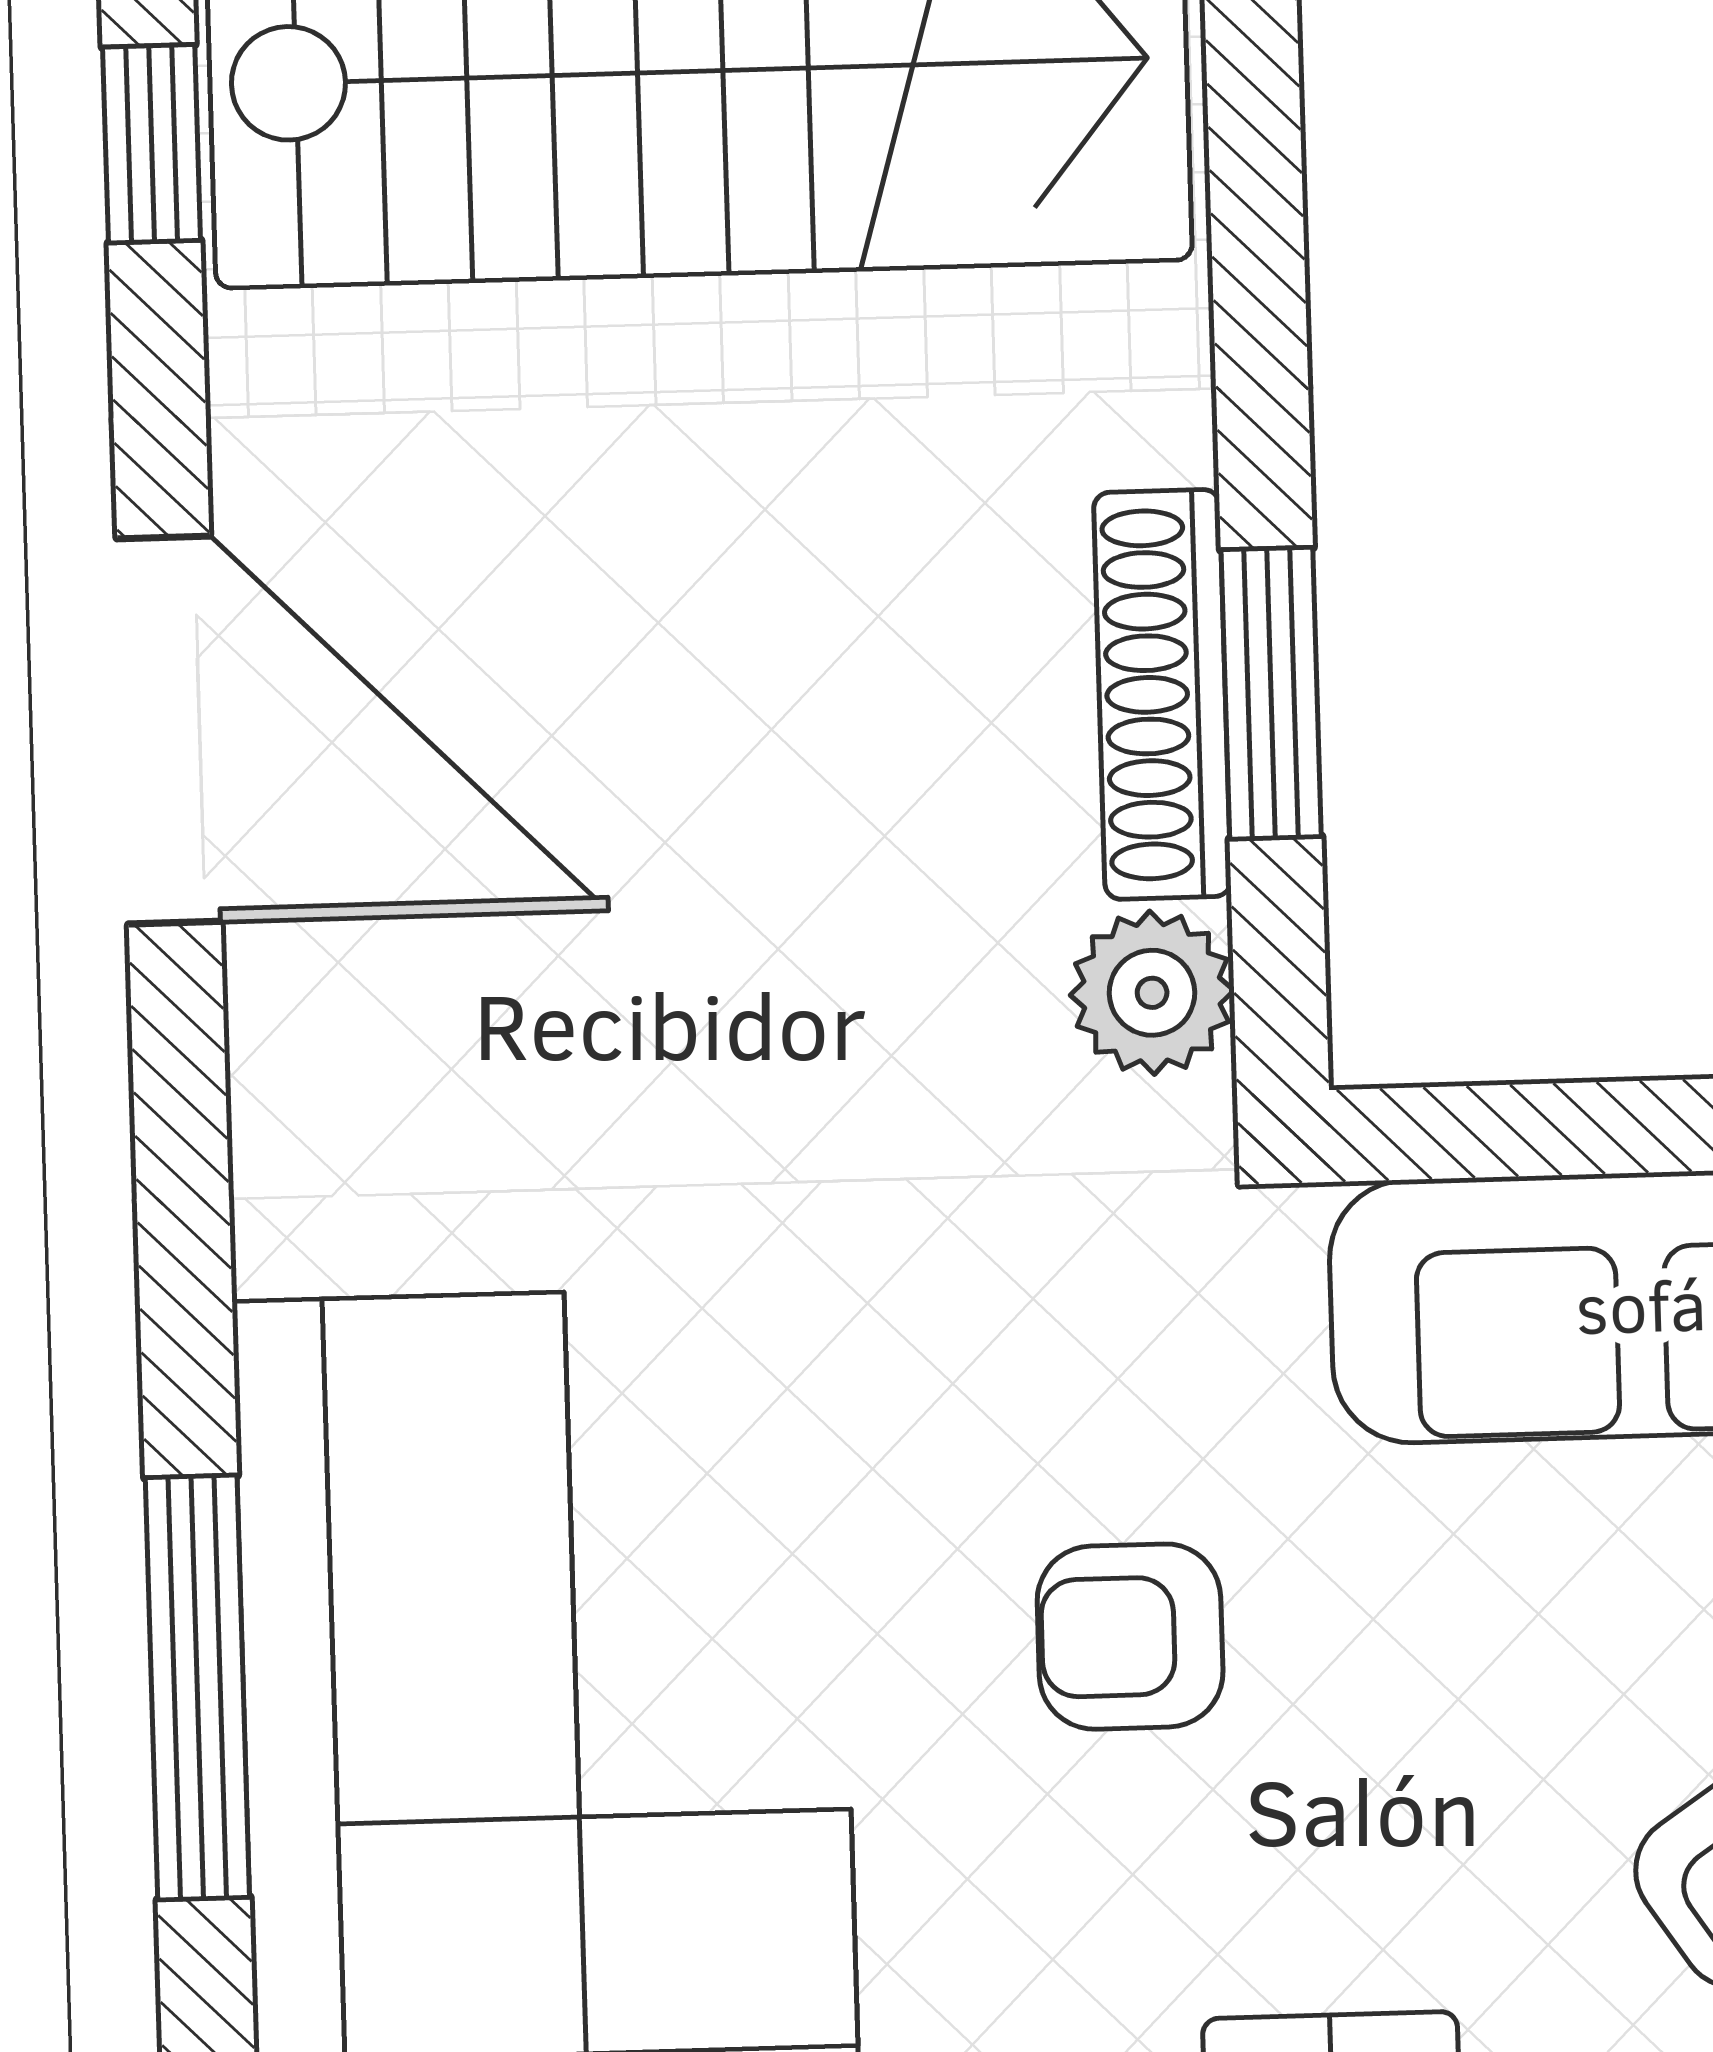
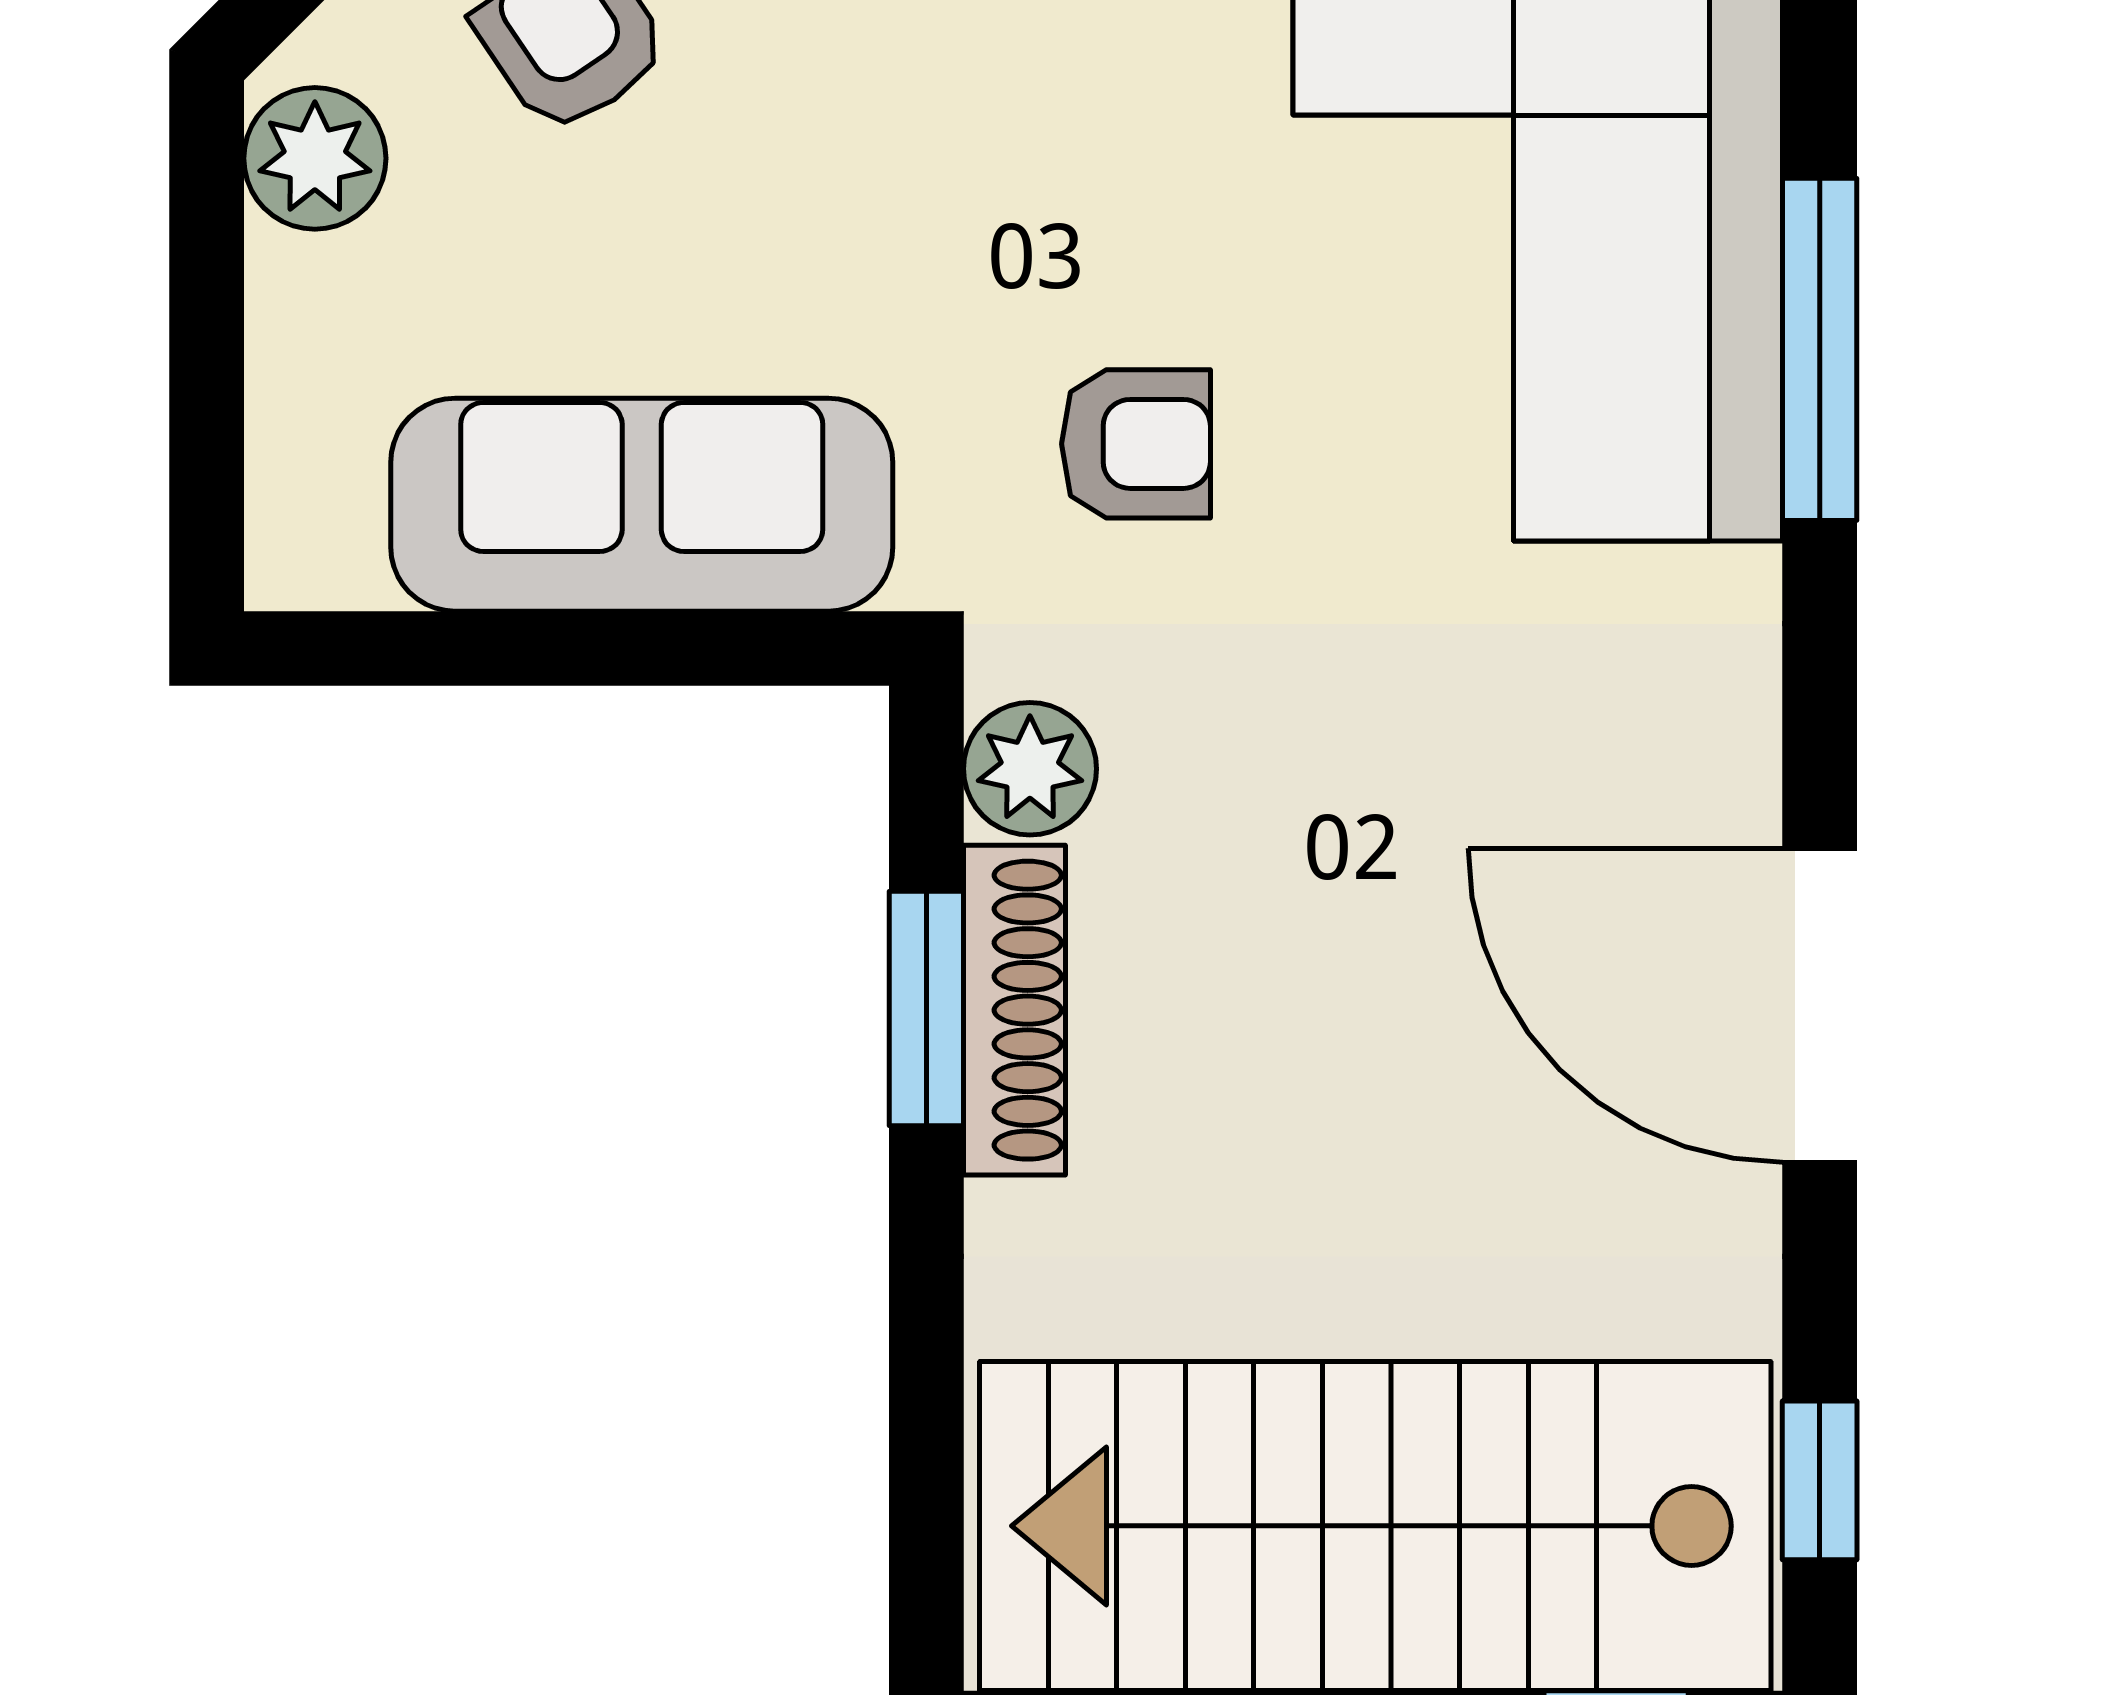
armchair: (1130, 1637) -> (1136, 444), moved
window: (197, 1688) -> (1820, 349), moved

